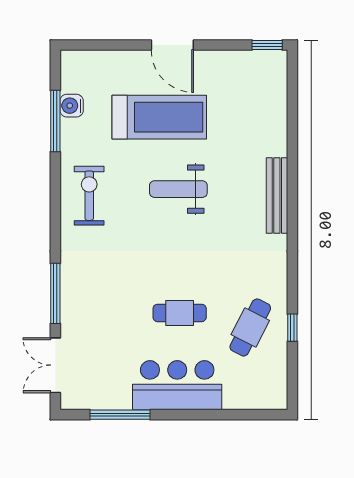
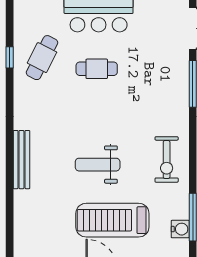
weight bench: (178, 189) -> (98, 165), turned 180

